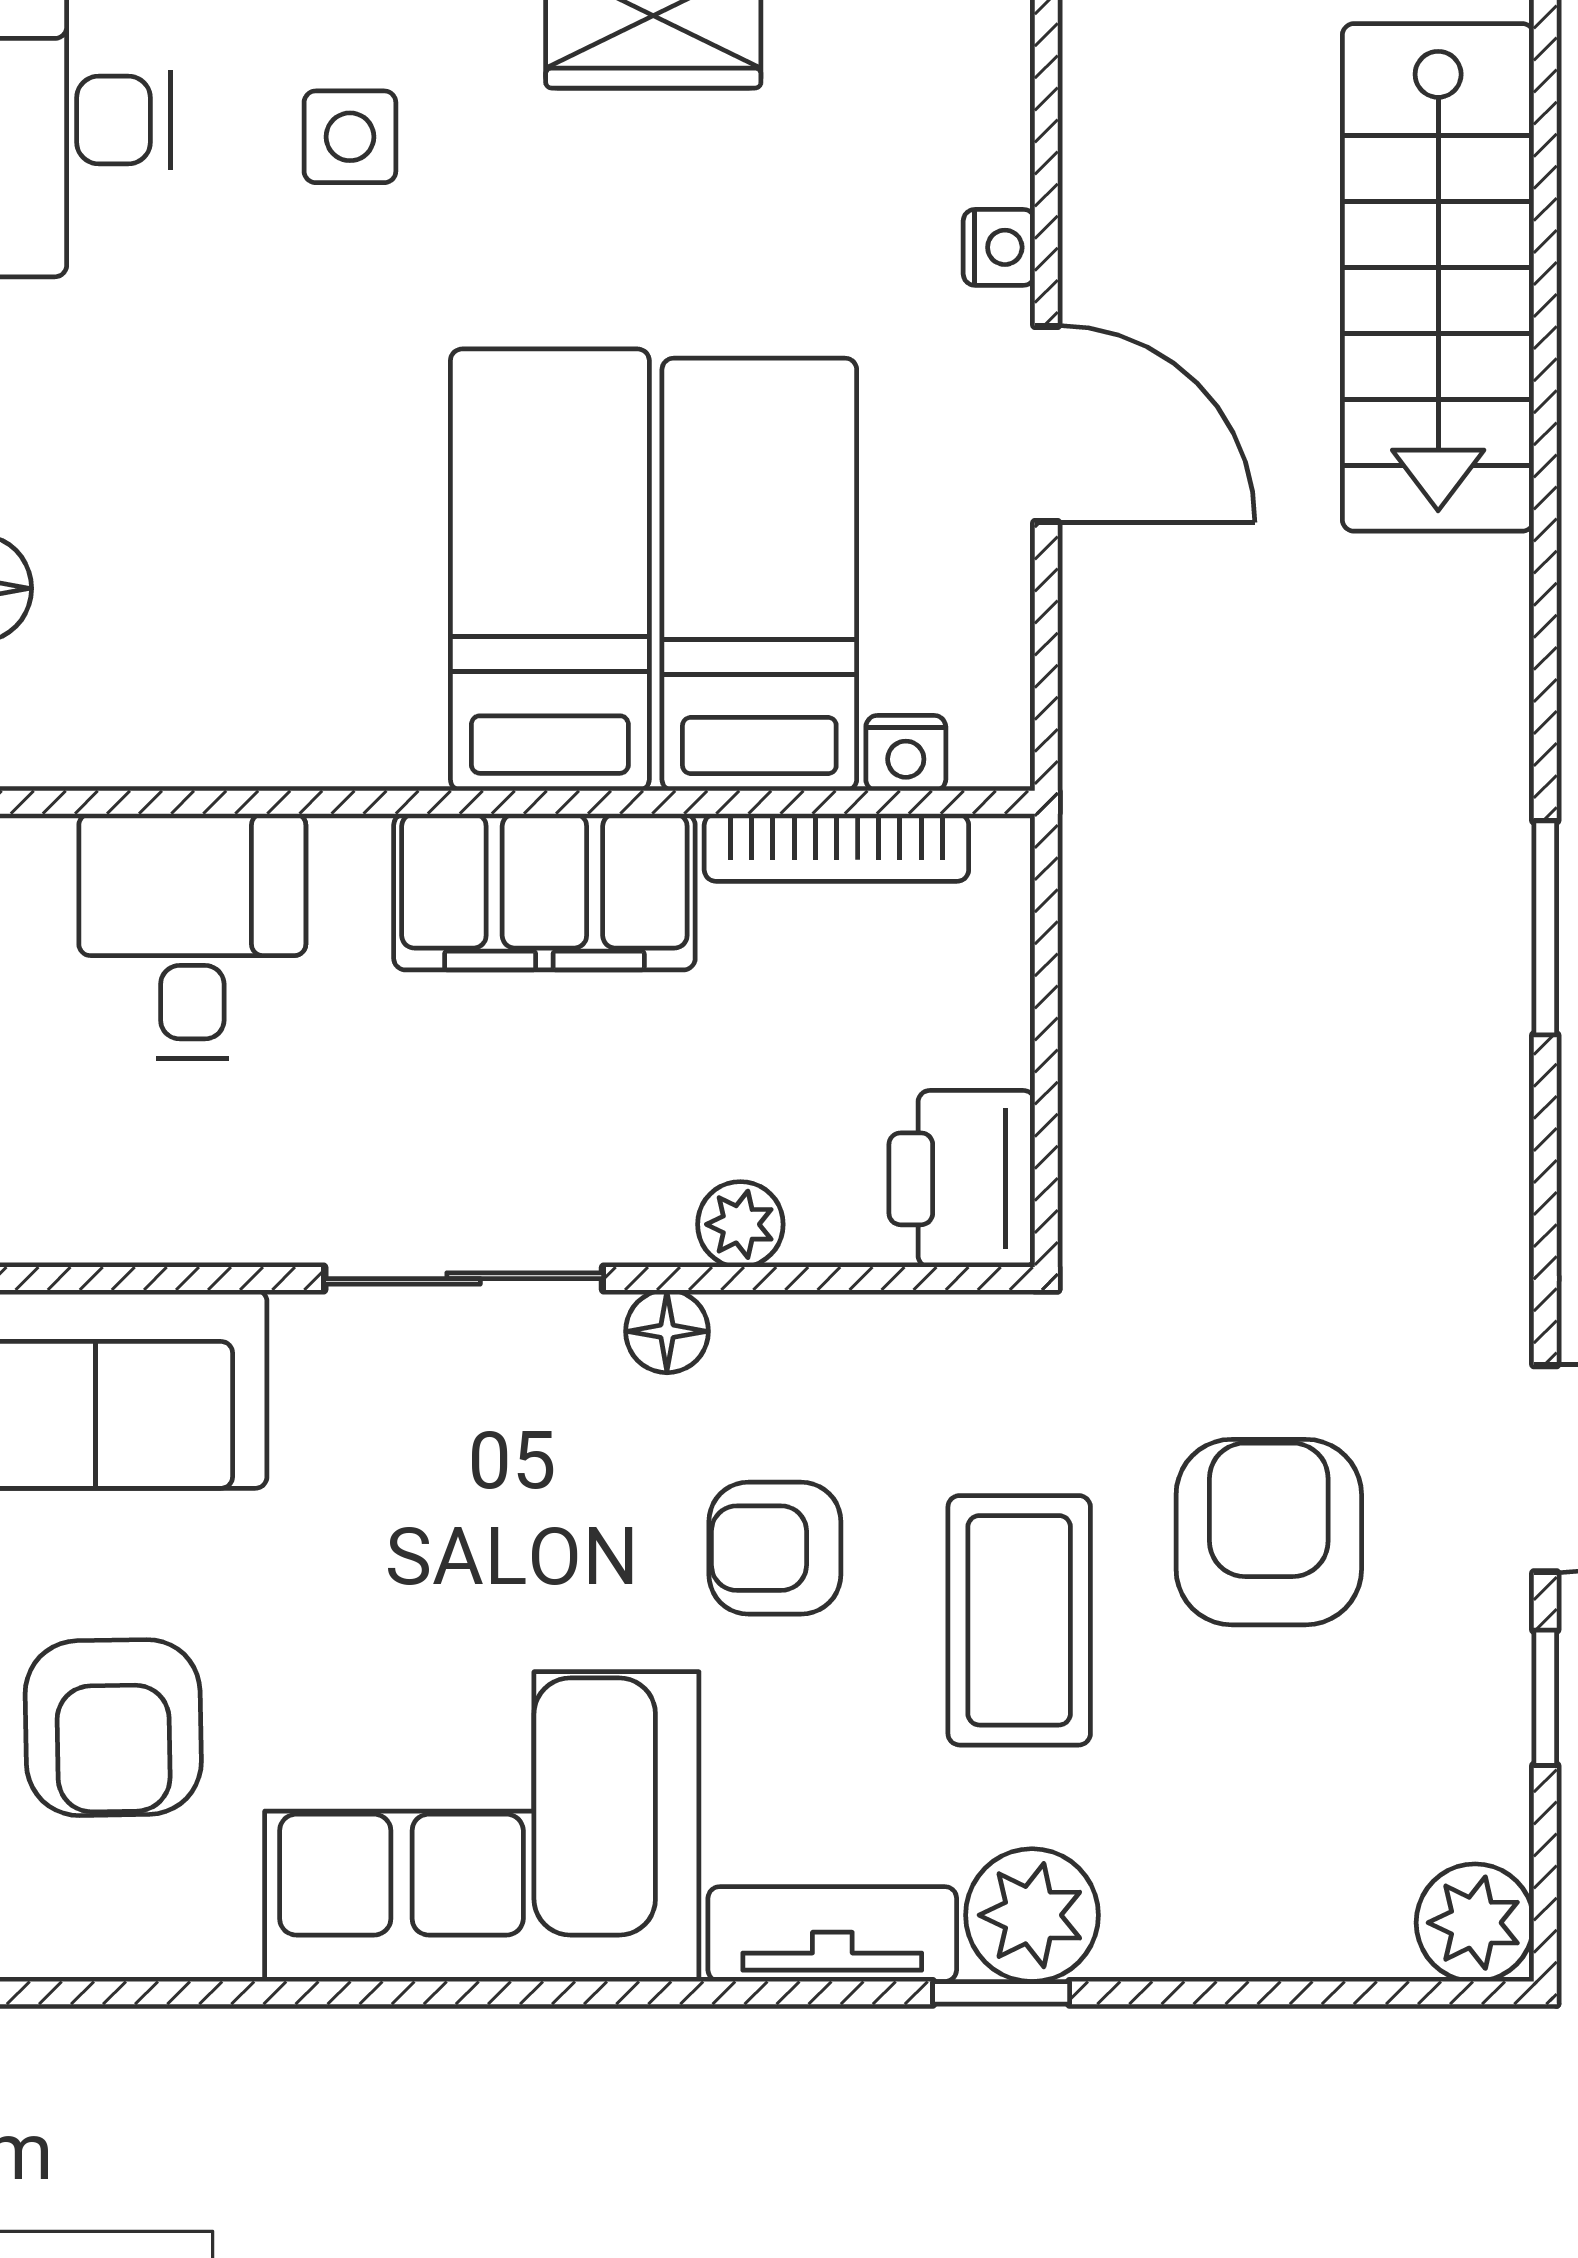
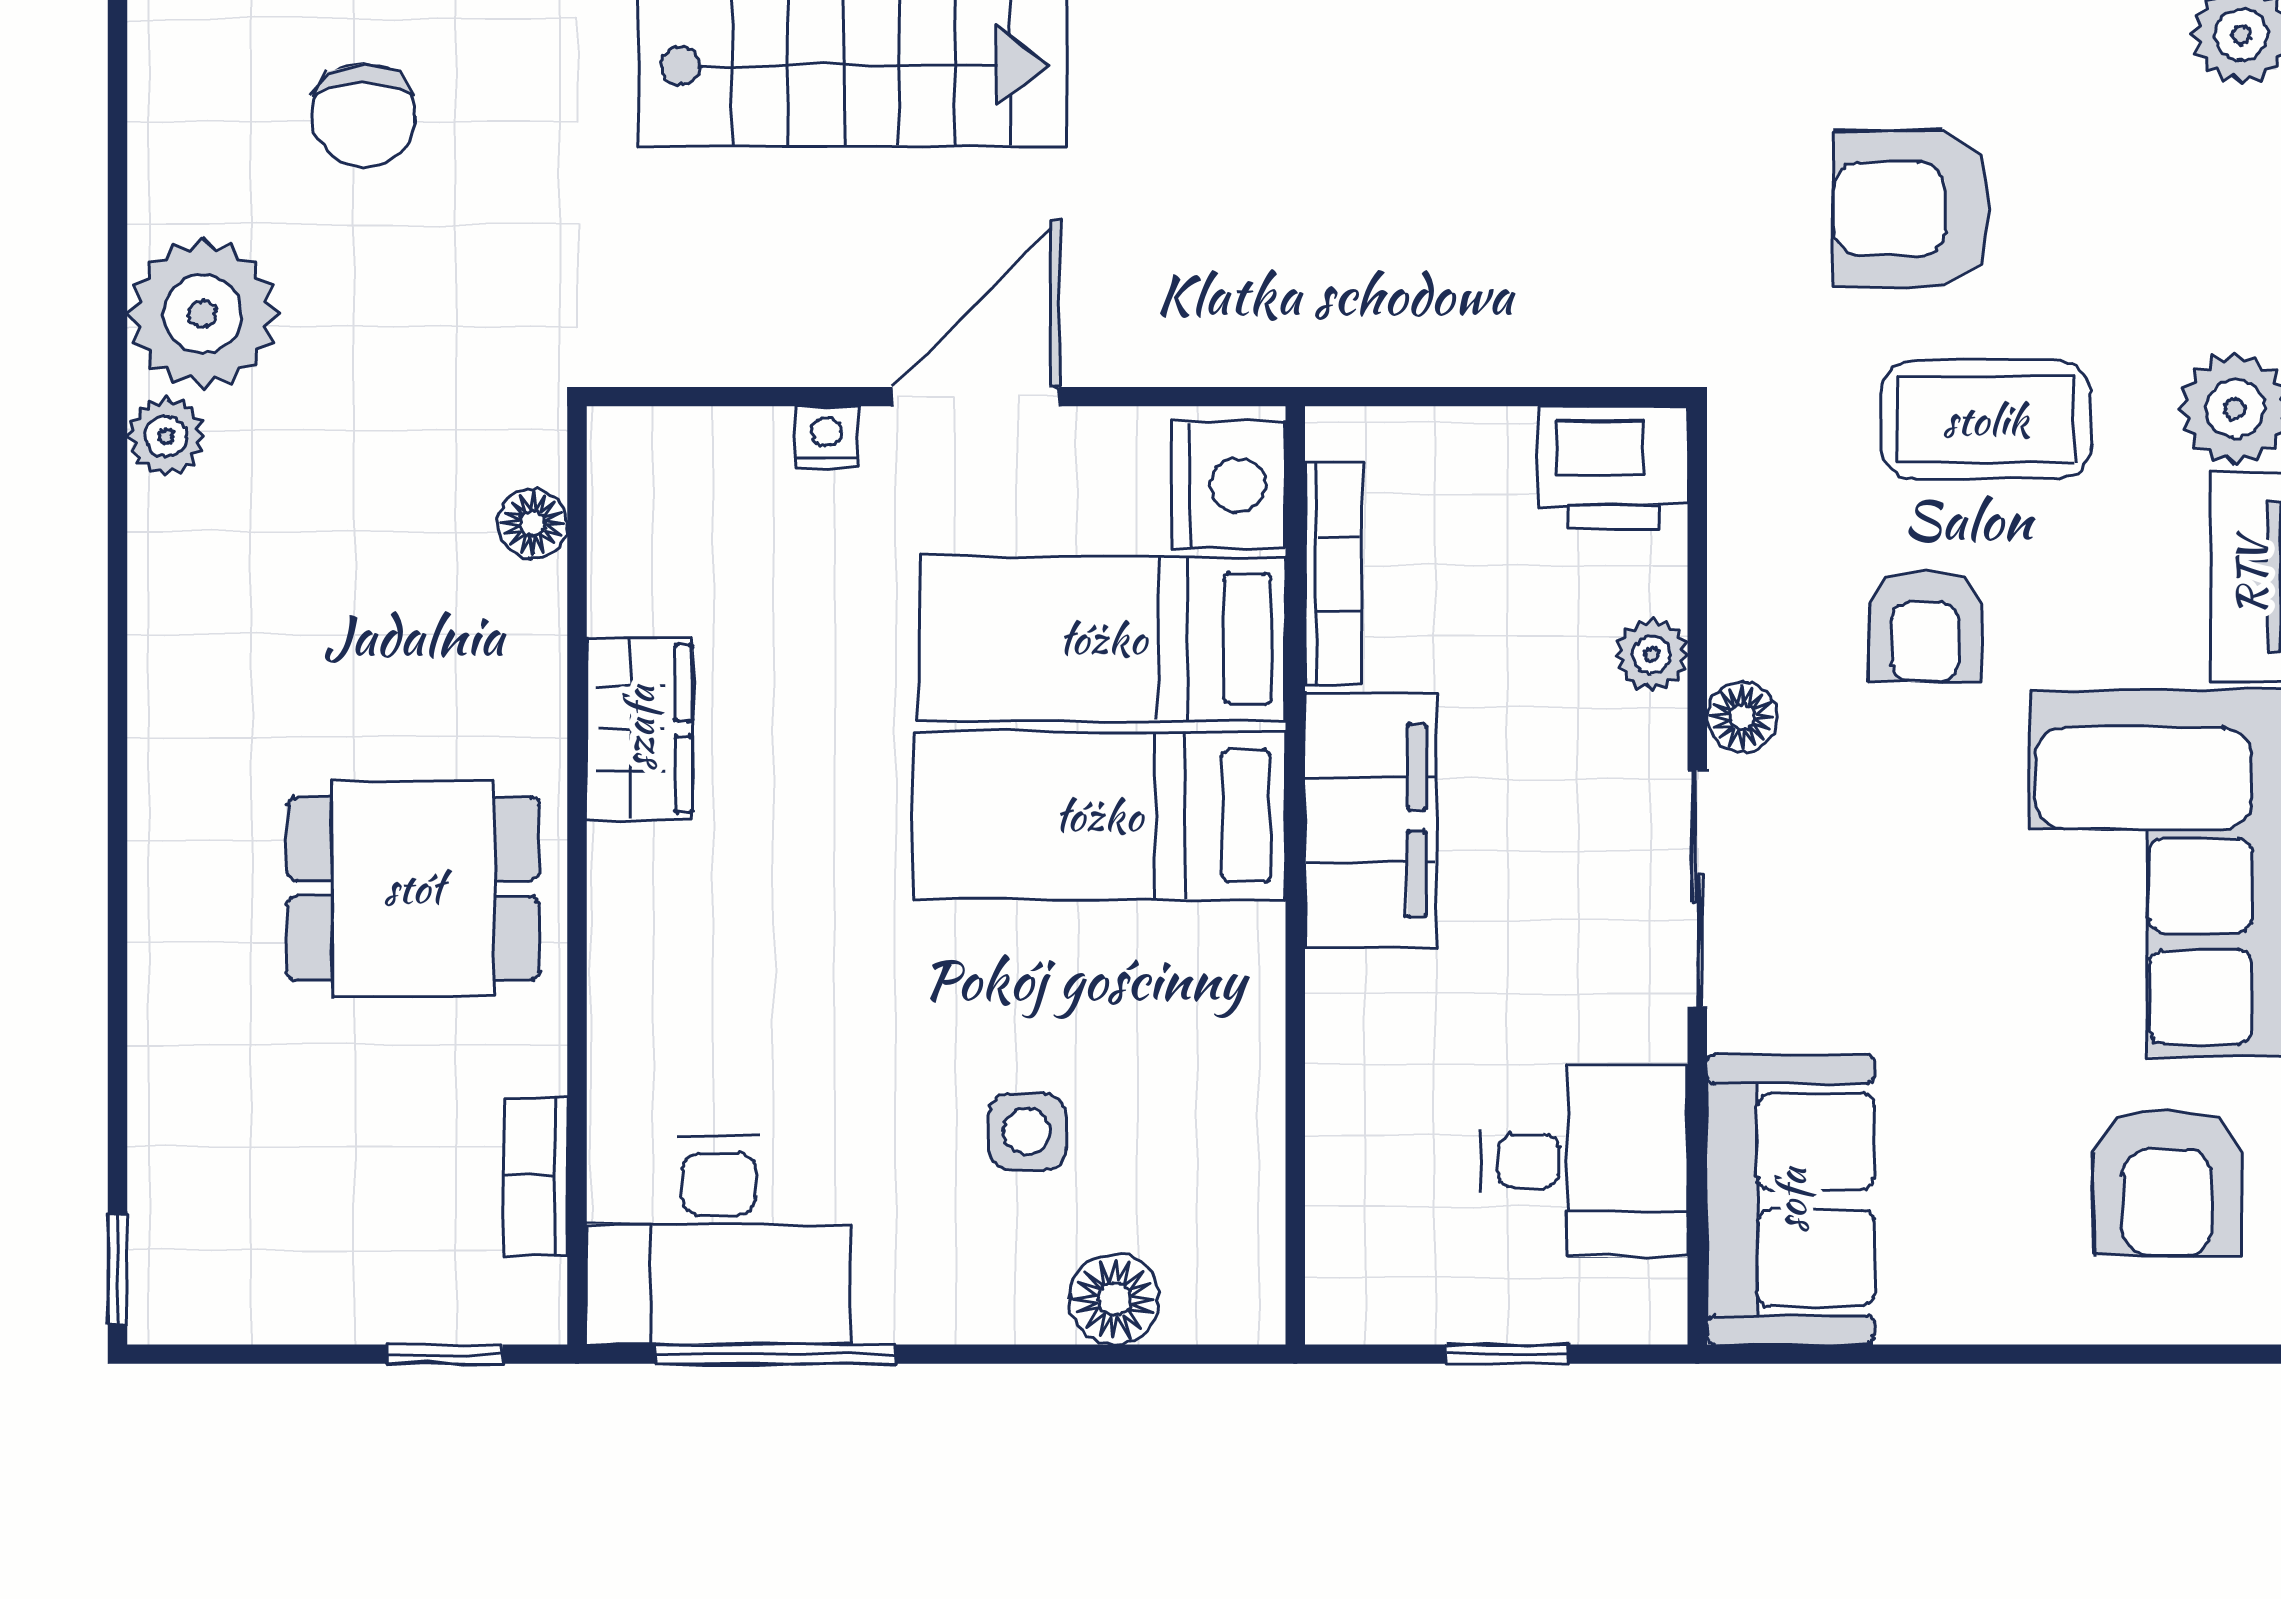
side table: (350, 137) -> (1027, 1131), moved
nightstand: (906, 753) -> (1228, 485), width x1.89, depth x1.79
desk: (192, 936) -> (1584, 1161), moved, turned 180
armchair: (113, 1728) -> (2168, 1182), moved, turned 91

